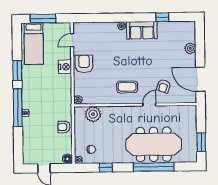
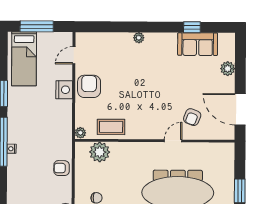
sofa: (142, 30) -> (198, 44), moved
coffee table: (127, 87) -> (111, 127), moved

